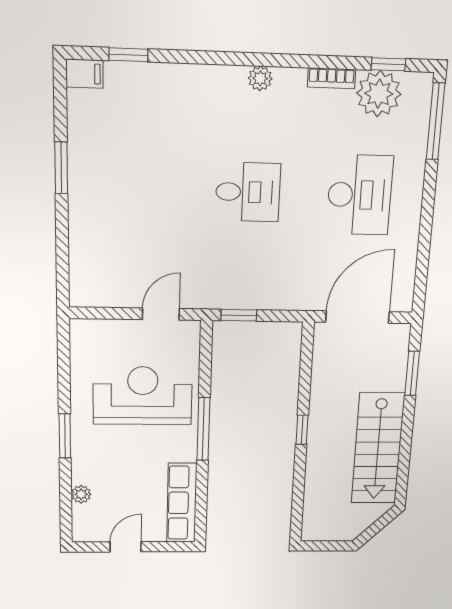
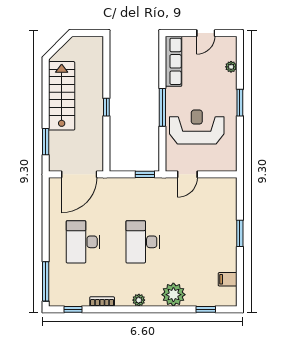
filing cabinet: (84, 74) -> (228, 279), moved
plant: (379, 94) -> (173, 295), moved
window: (61, 168) -> (240, 233), moved
desk: (248, 192) -> (143, 242), width x1.37
reception desk: (143, 396) -> (197, 127), turned 180

